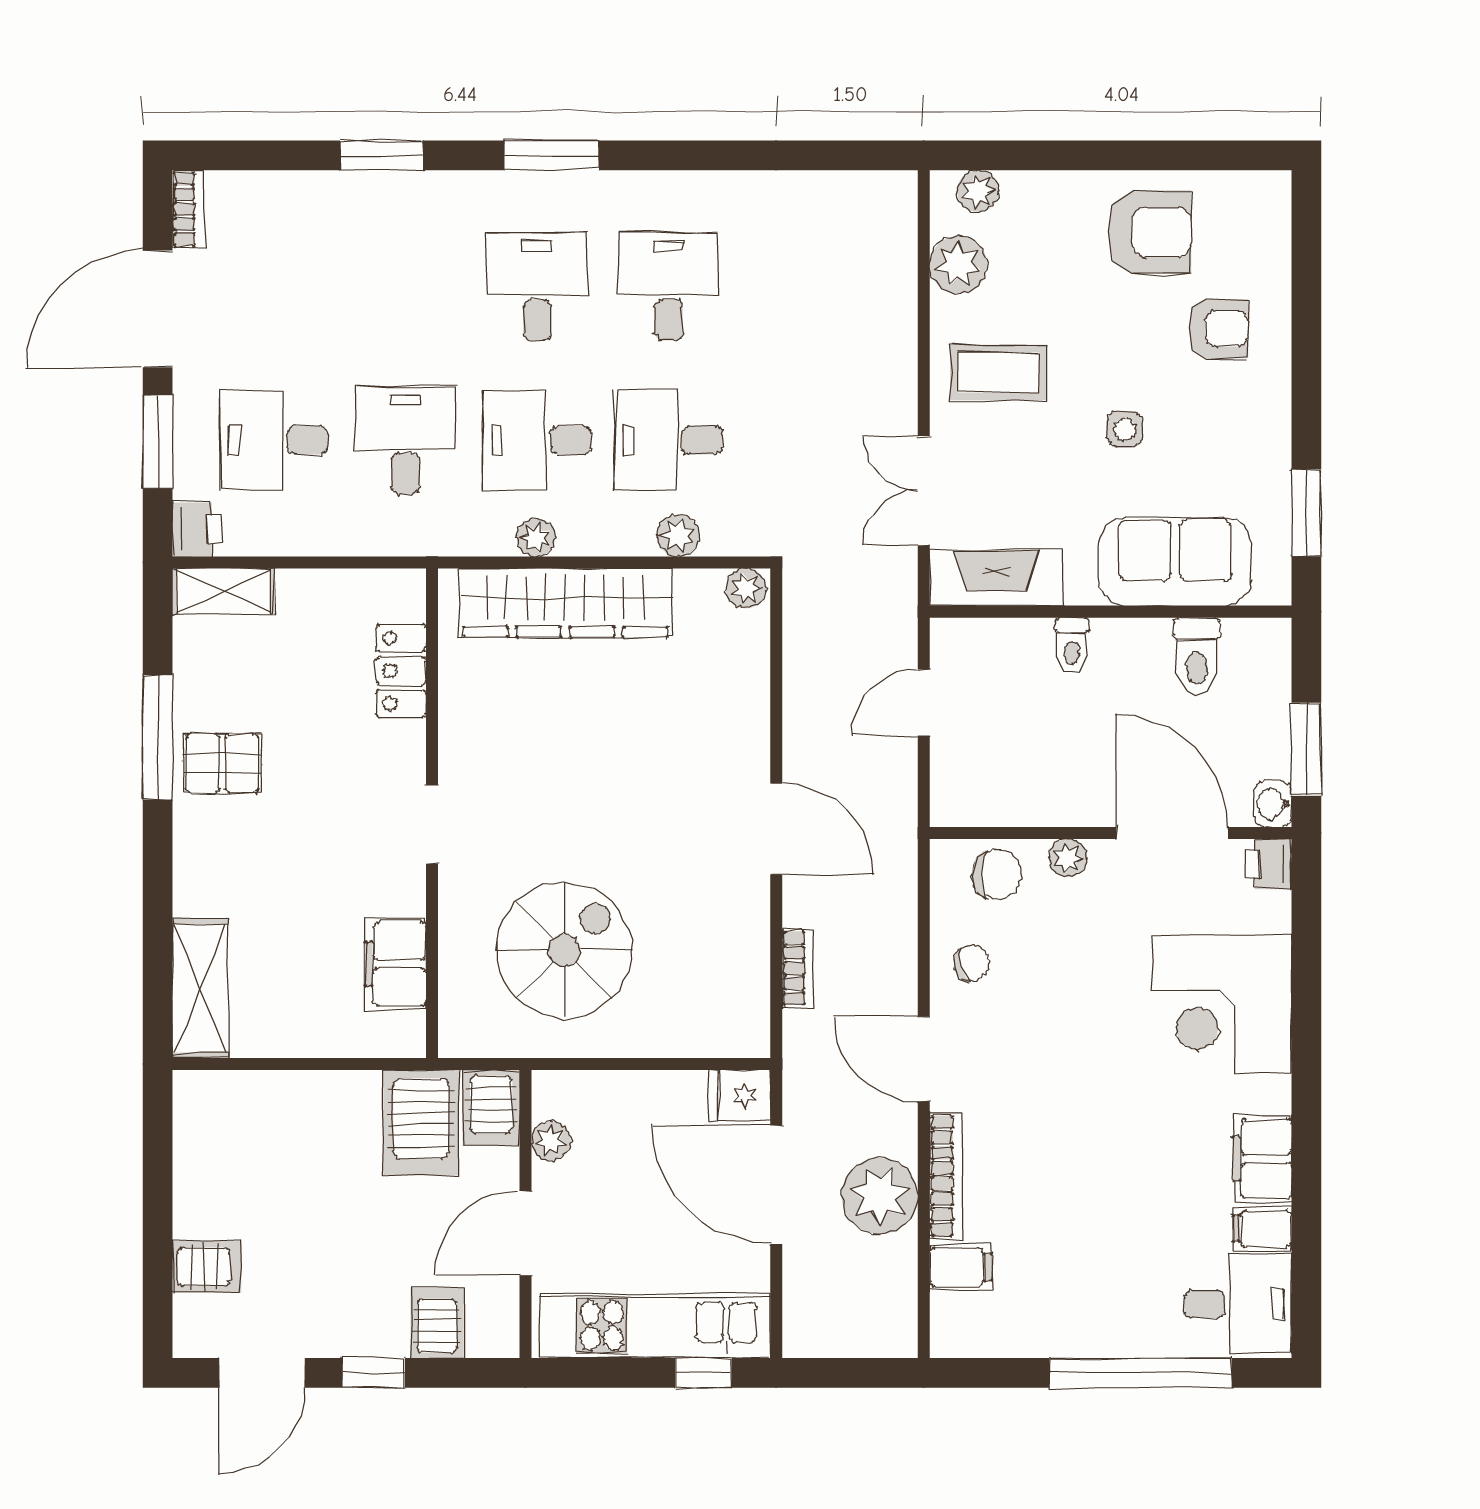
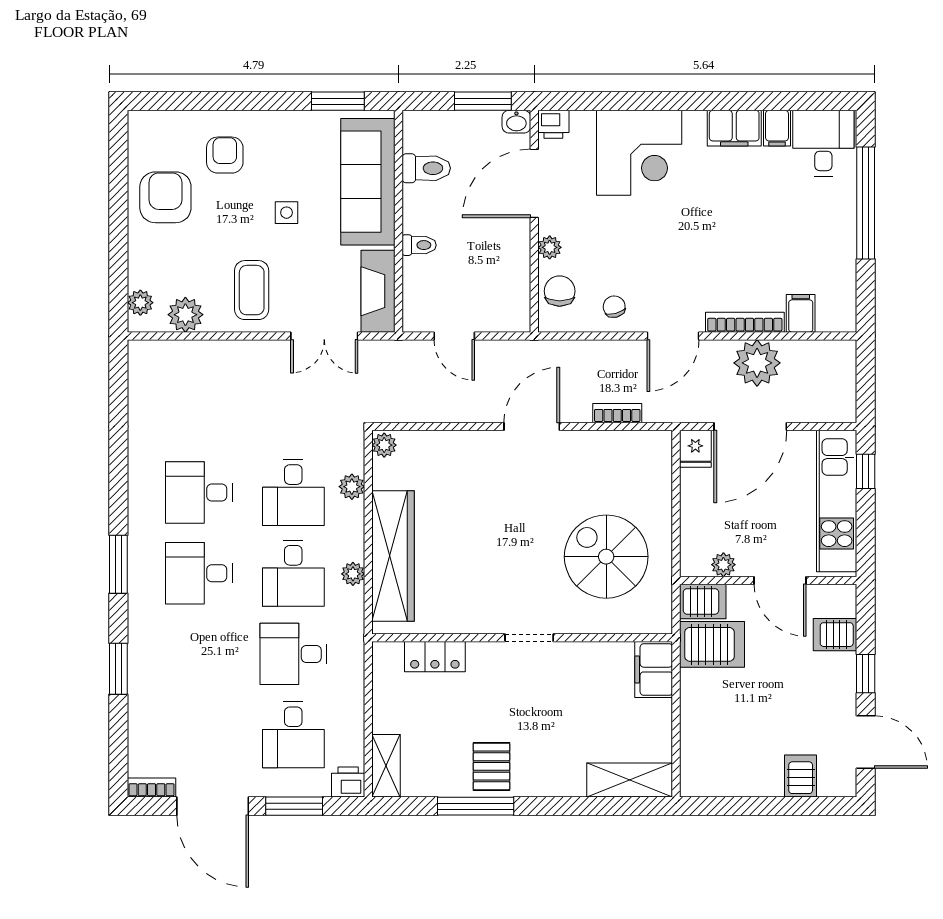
sofa: (1175, 562) -> (368, 182), width x1.36
filing cabinet: (396, 964) -> (654, 670), moved, turned 90

